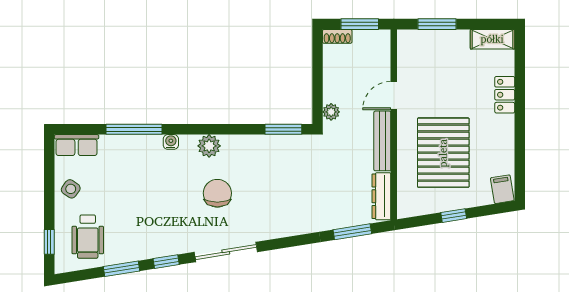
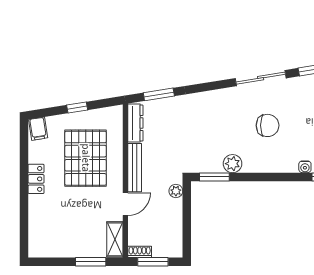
shoe rack: (337, 36) -> (140, 252), moved
shelving: (492, 39) -> (115, 239), moved, turned 90
locker: (505, 95) -> (36, 179), moved
plant: (209, 146) -> (233, 164), moved
chair: (217, 193) -> (268, 125), turned -90

